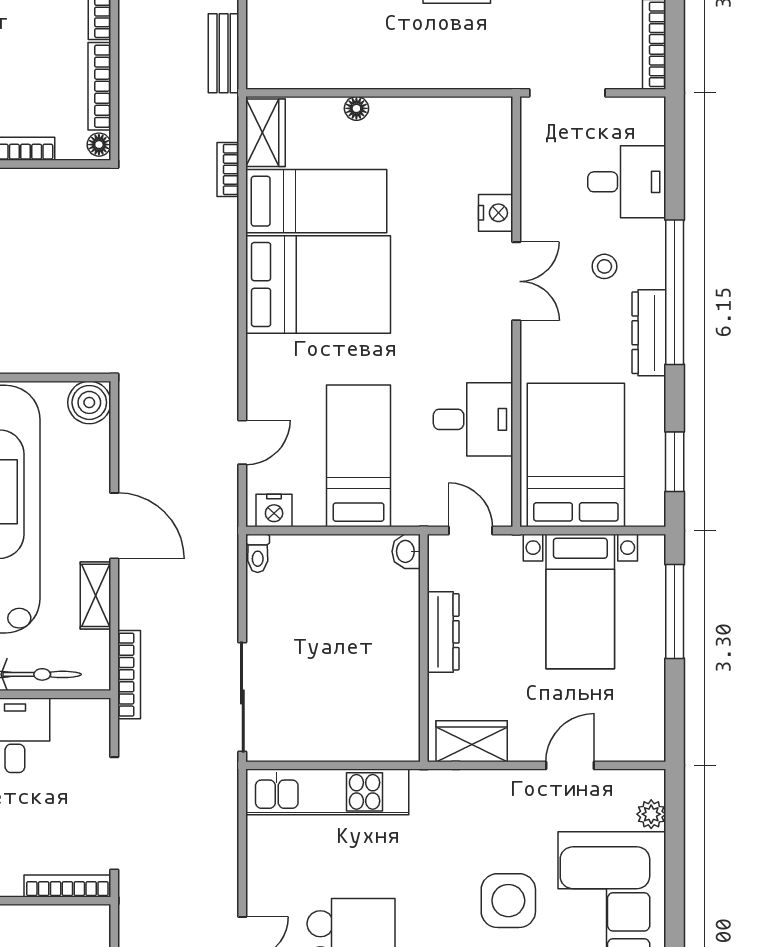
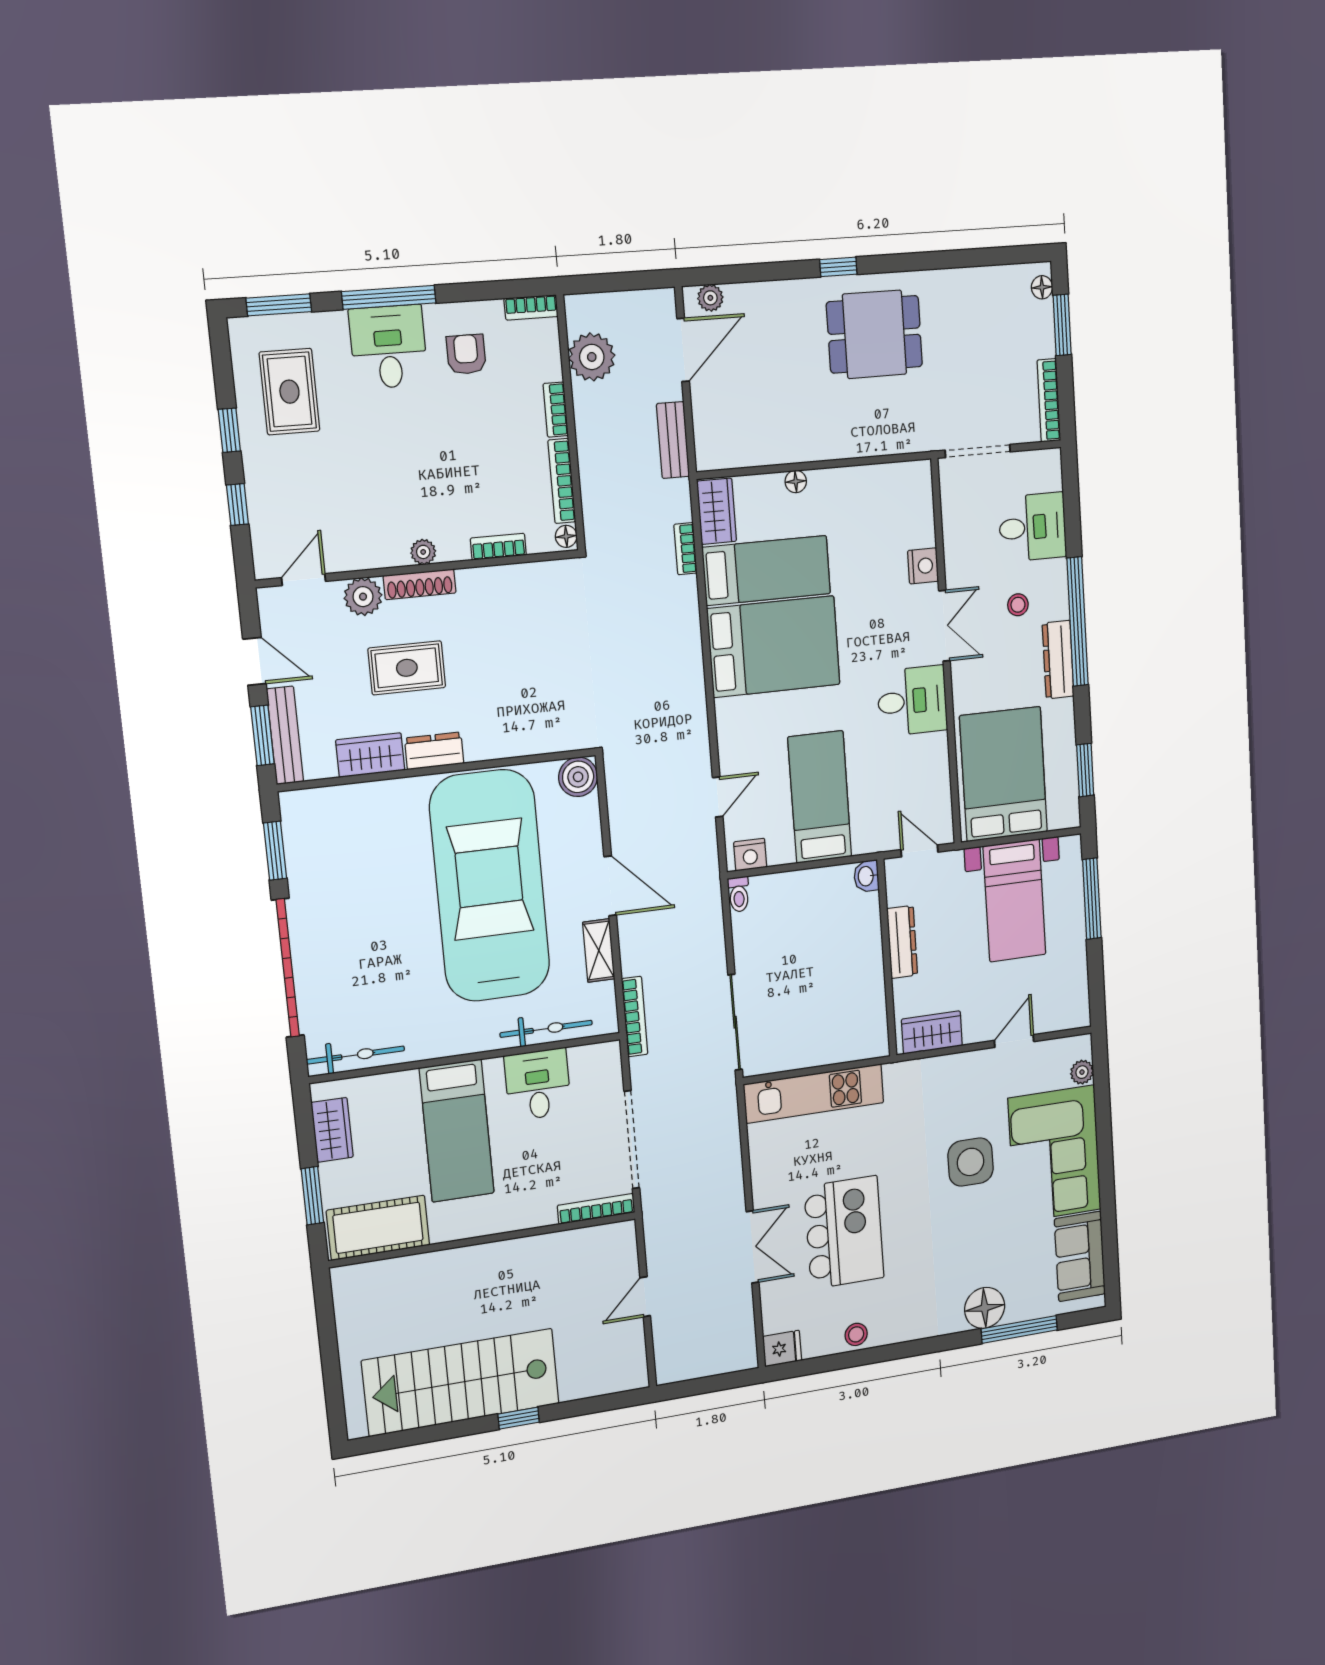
desk: (473, 419) -> (912, 701), moved

